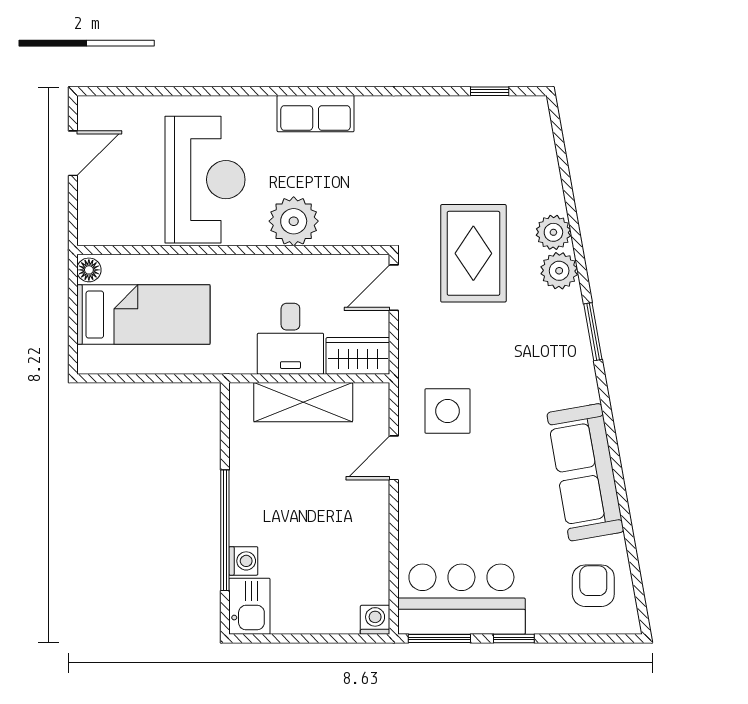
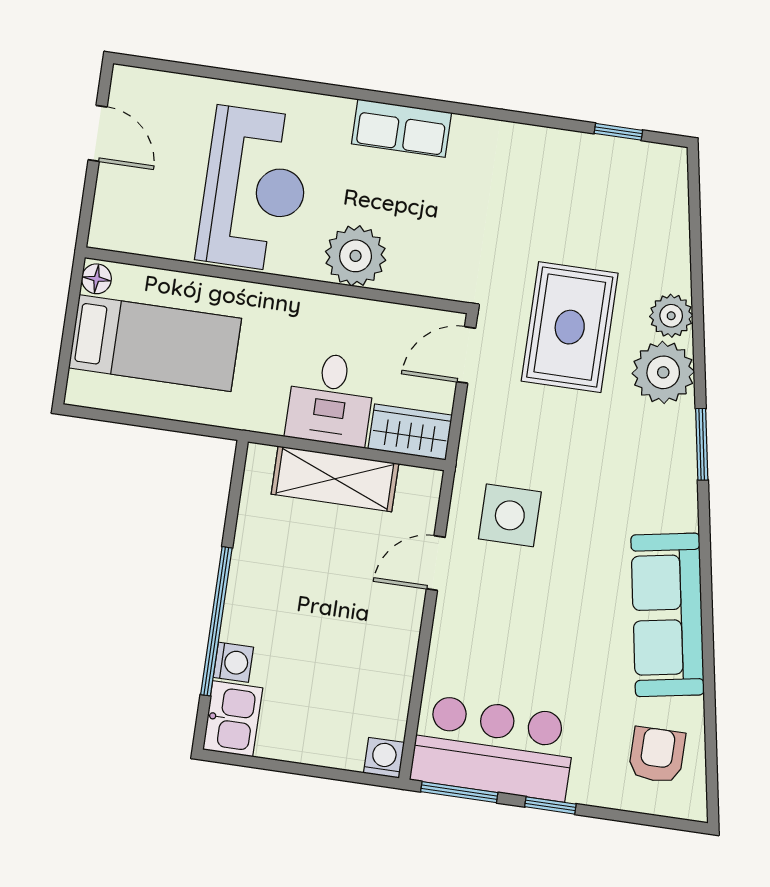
door: (73, 153) -> (98, 133), hinge flipped
plant: (559, 271) -> (663, 372), width x1.36, depth x1.36

